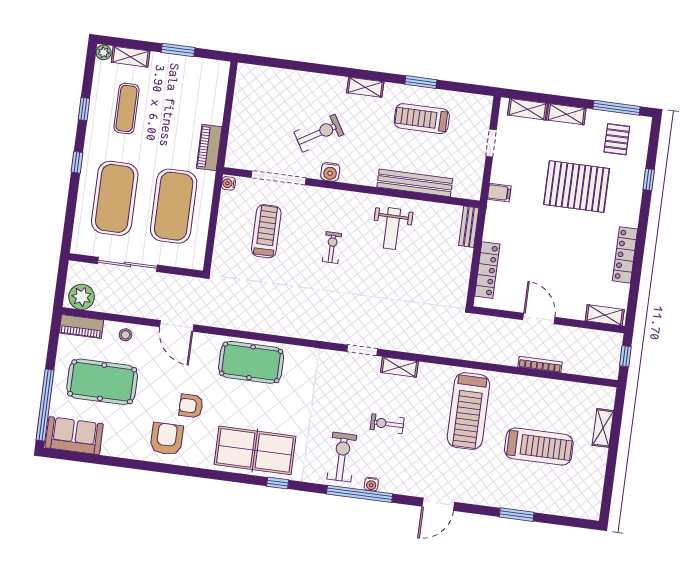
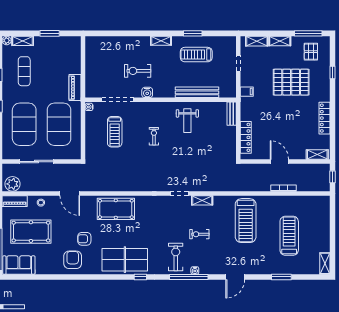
exercise bike: (319, 133) -> (138, 71), turned -149
treadmill: (266, 231) -> (115, 132), turned 180
shelving: (603, 428) -> (325, 263), moved
treadmill: (539, 447) -> (289, 236), turned -90

